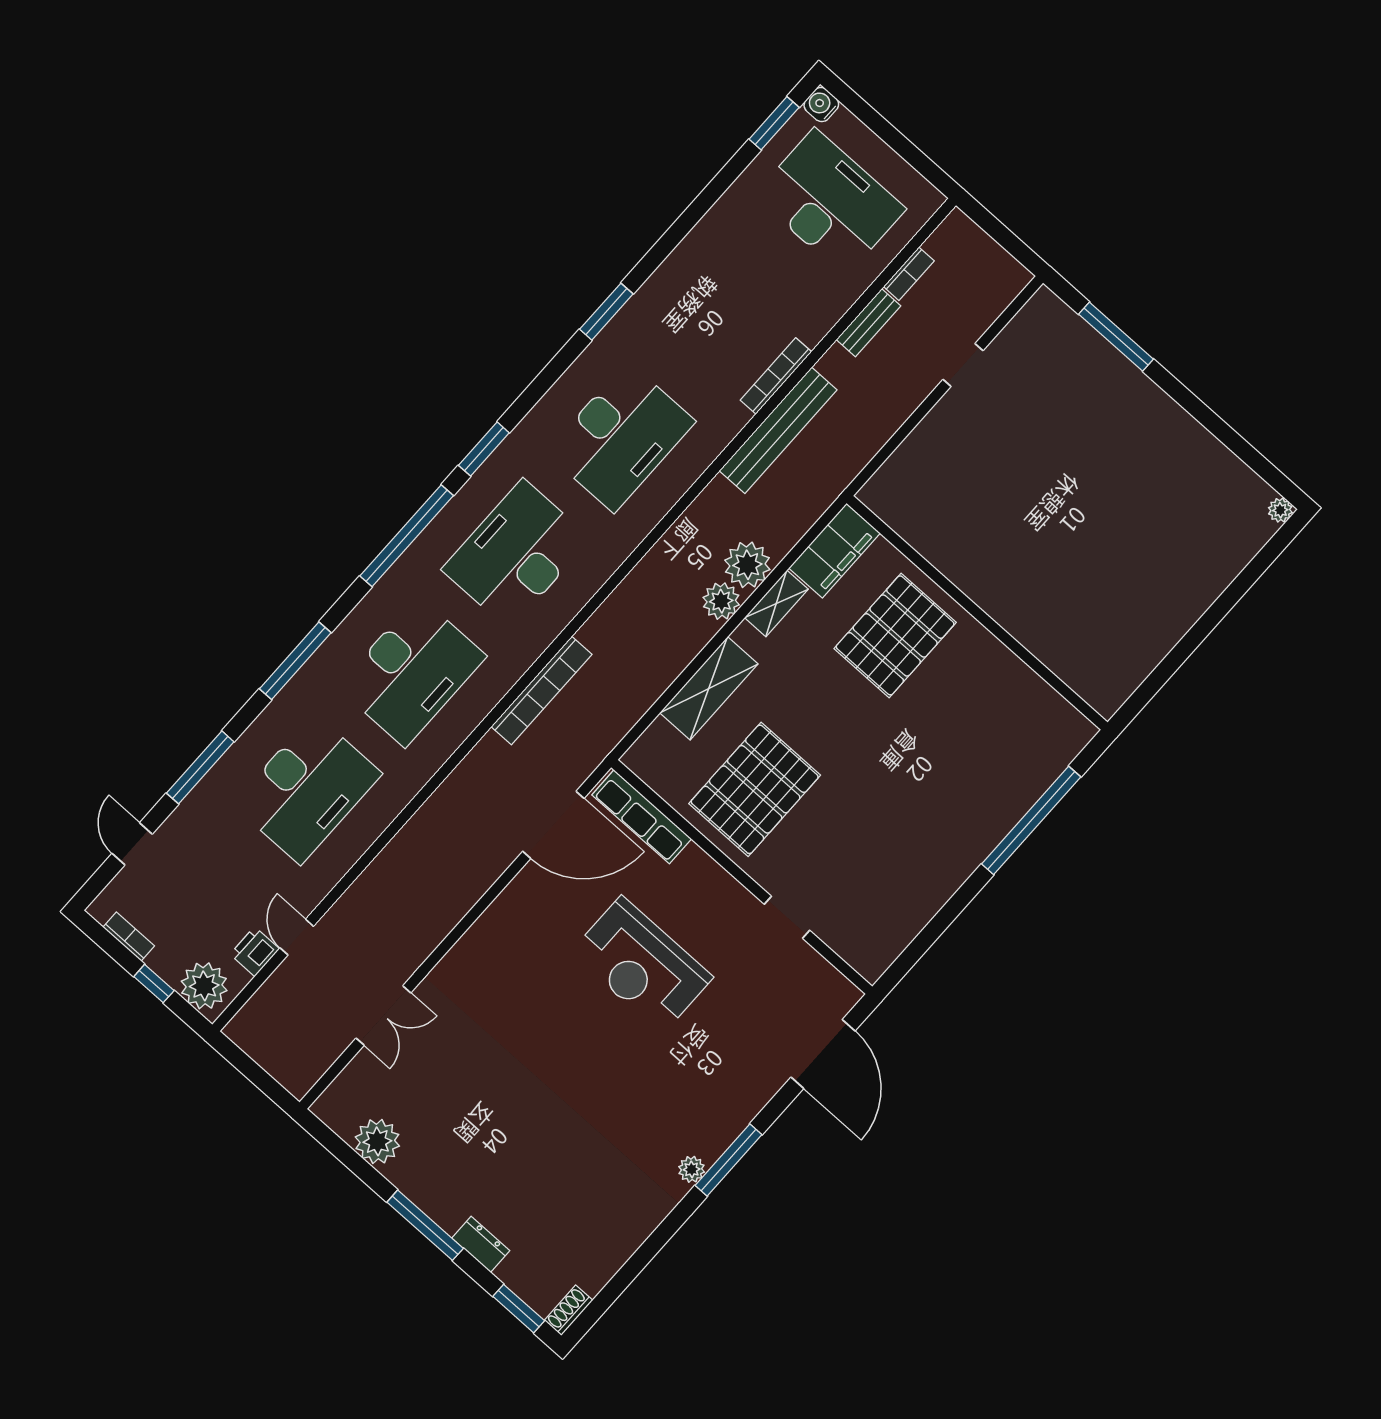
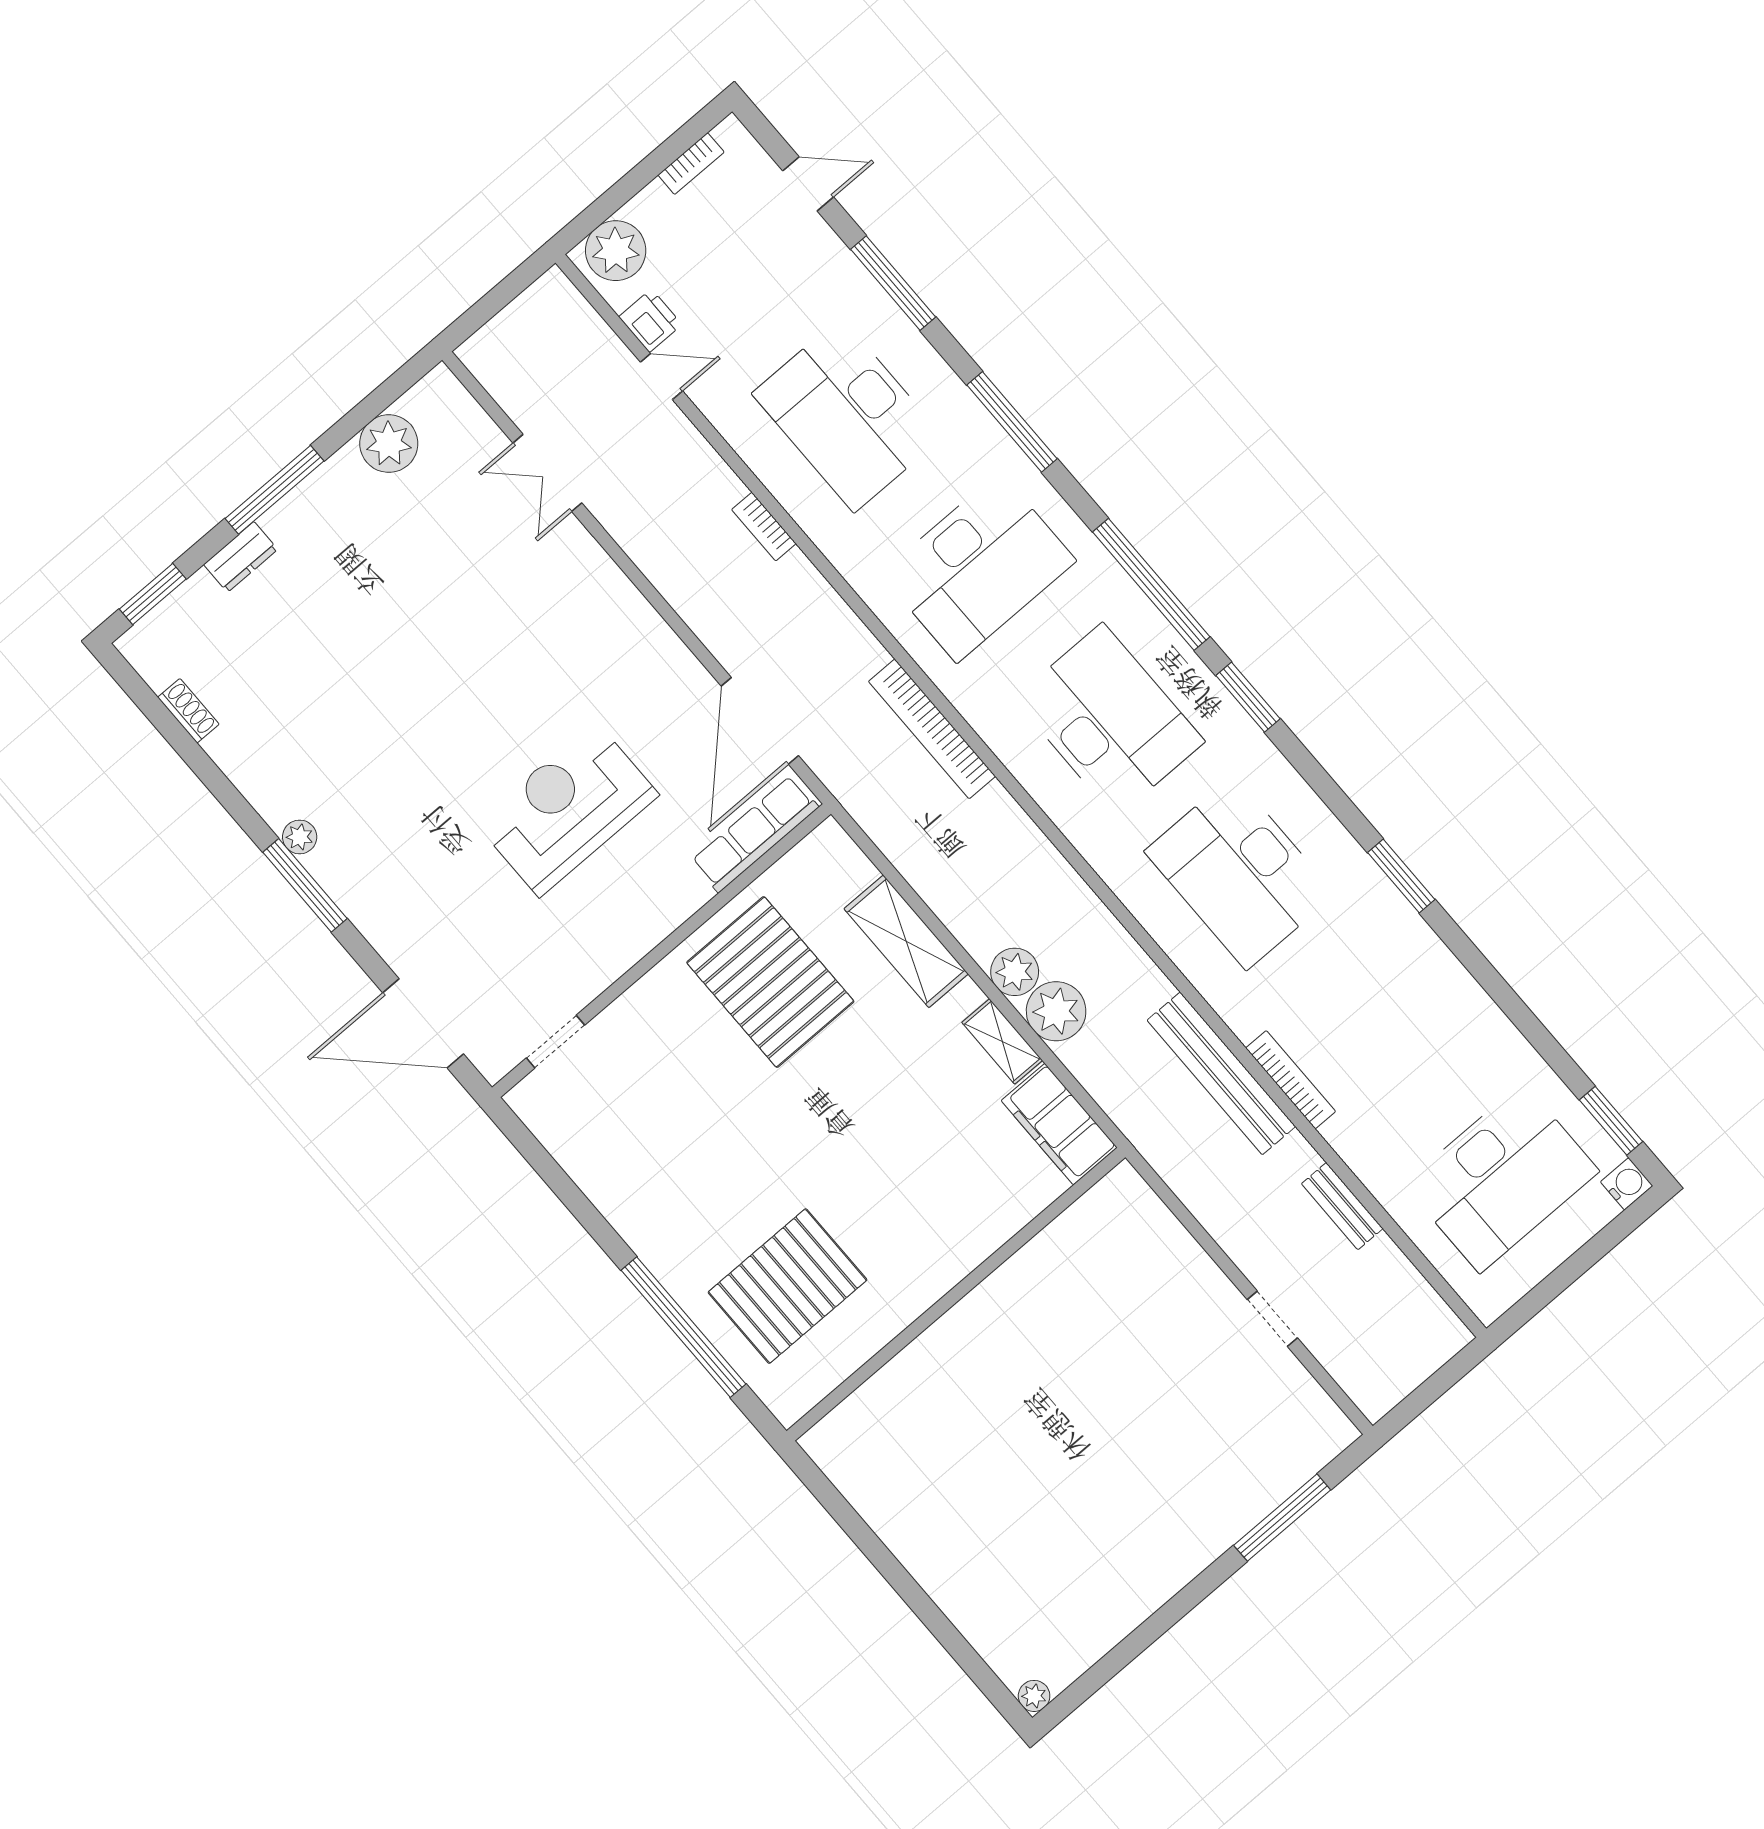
bookcase: (909, 274) -> (764, 526), moved
pallet: (895, 635) -> (787, 1286), moved, turned 90
desk: (412, 672) -> (978, 568), turned -90
doorway: (787, 917) -> (556, 1042), moved
window: (154, 984) -> (627, 188), removed
shoe rack: (568, 1310) -> (188, 711), moved

